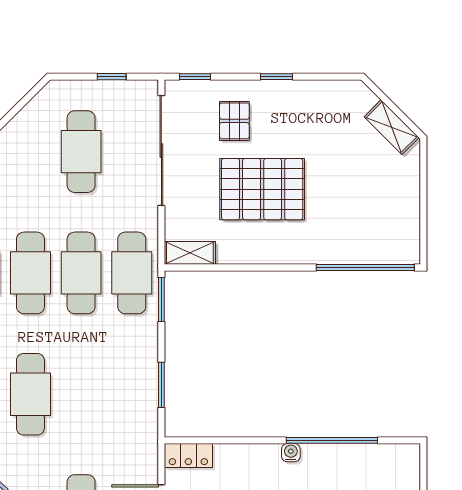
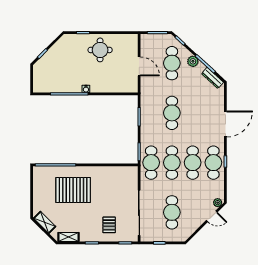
pallet: (262, 189) -> (73, 190), moved
shelving: (190, 253) -> (68, 237), moved
cafe table: (30, 394) -> (172, 113), moved
locker: (188, 456) -> (128, 88), removed

